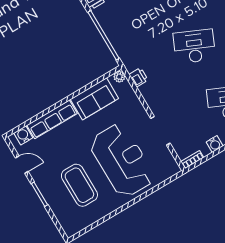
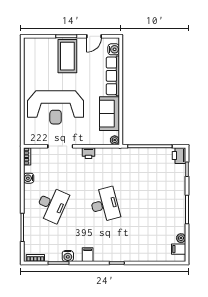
desk: (194, 46) -> (105, 205), turned -39
printer: (138, 77) -> (89, 153), moved
coffee table: (79, 185) -> (67, 56), moved, turned 90

